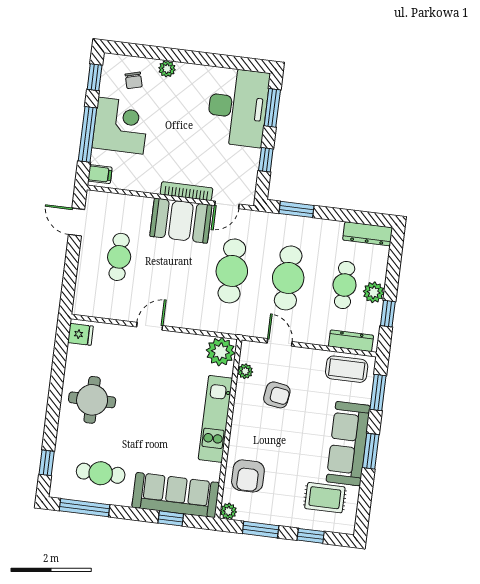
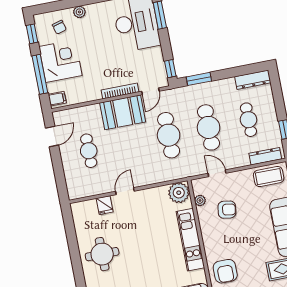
window: (266, 160) -> (170, 69), moved
door: (77, 222) -> (52, 136), swing flipped
plant: (374, 292) -> (270, 118), removed
fridge: (80, 334) -> (105, 205), moved, turned 90

